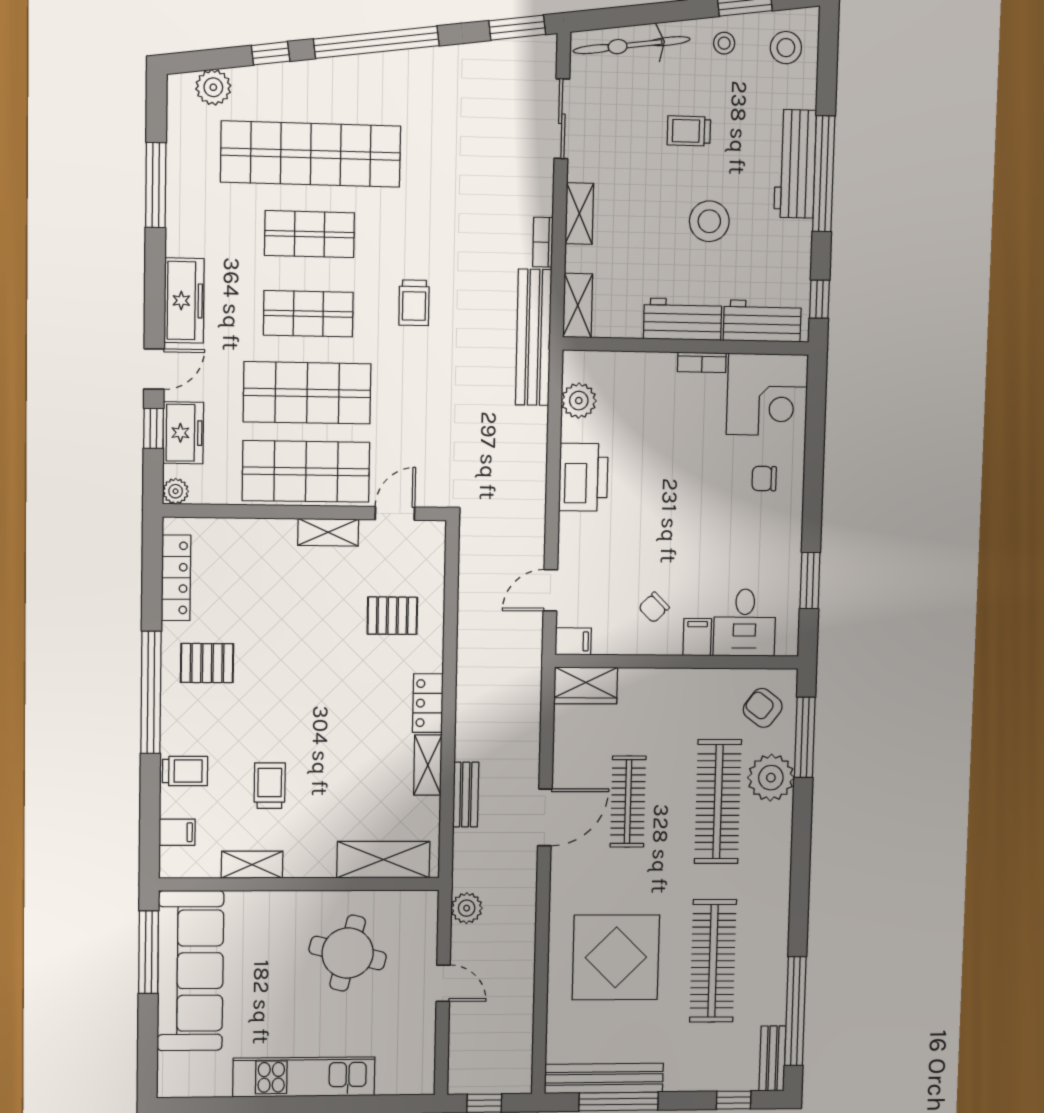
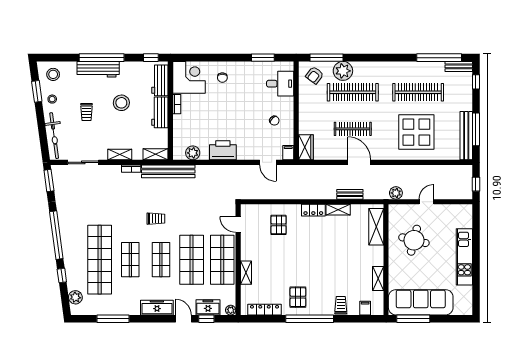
shelving: (328, 532) -> (246, 273), moved
filing cabinet: (697, 637) -> (286, 103), removed
trolley: (270, 786) -> (346, 272), removed

